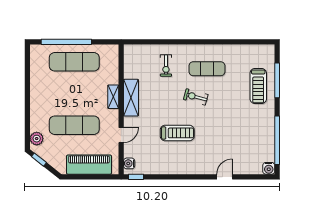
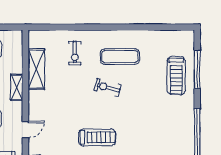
shelving: (131, 98) -> (36, 69), moved
treadmill: (177, 133) -> (97, 137), moved

